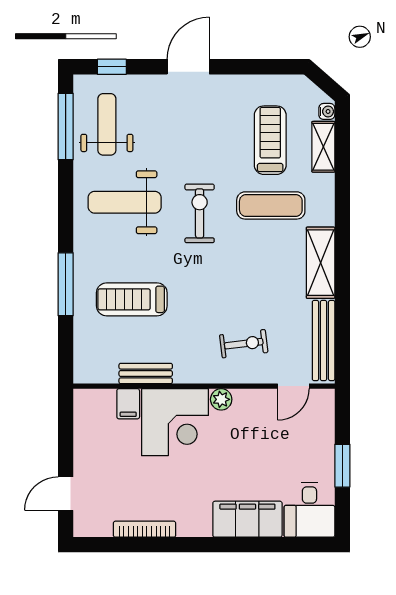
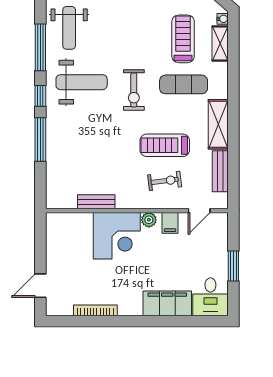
weight bench: (107, 124) -> (69, 28), turned 180
window: (66, 126) -> (40, 47), moved
weight bench: (125, 202) -> (82, 82), turned 180
exercise bike: (200, 213) -> (134, 90), turned 180
window: (66, 222) -> (40, 96), added
treadmill: (132, 299) -> (165, 145), moved
bench: (324, 340) -> (220, 171), width x0.73
filing cabinet: (128, 404) -> (170, 223), moved

